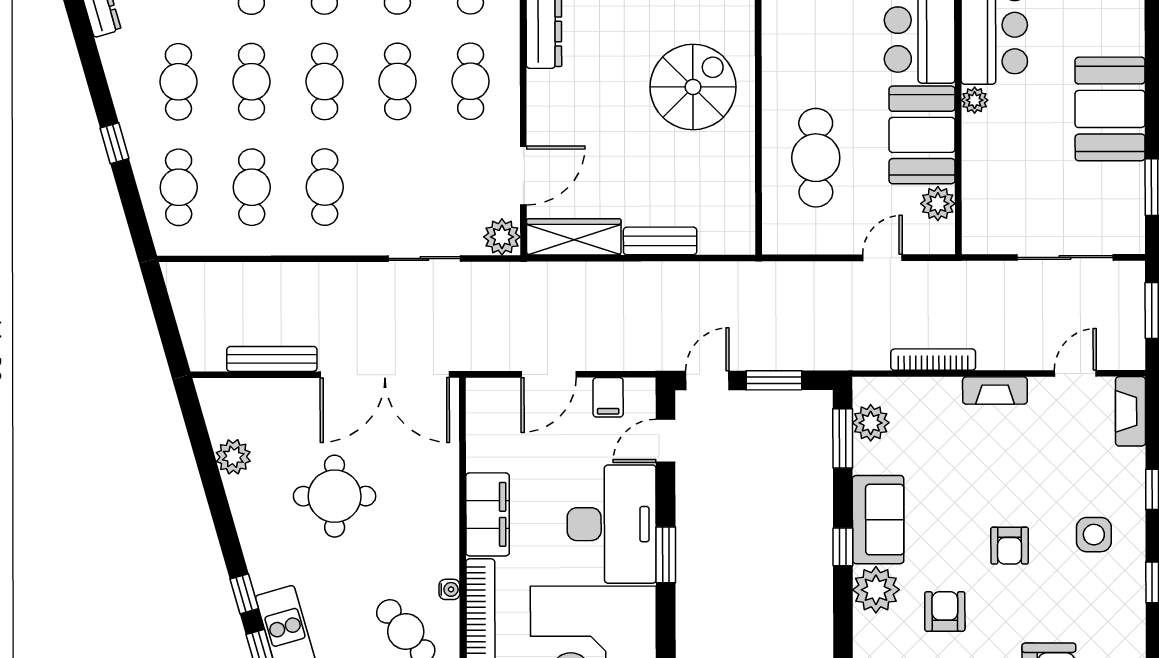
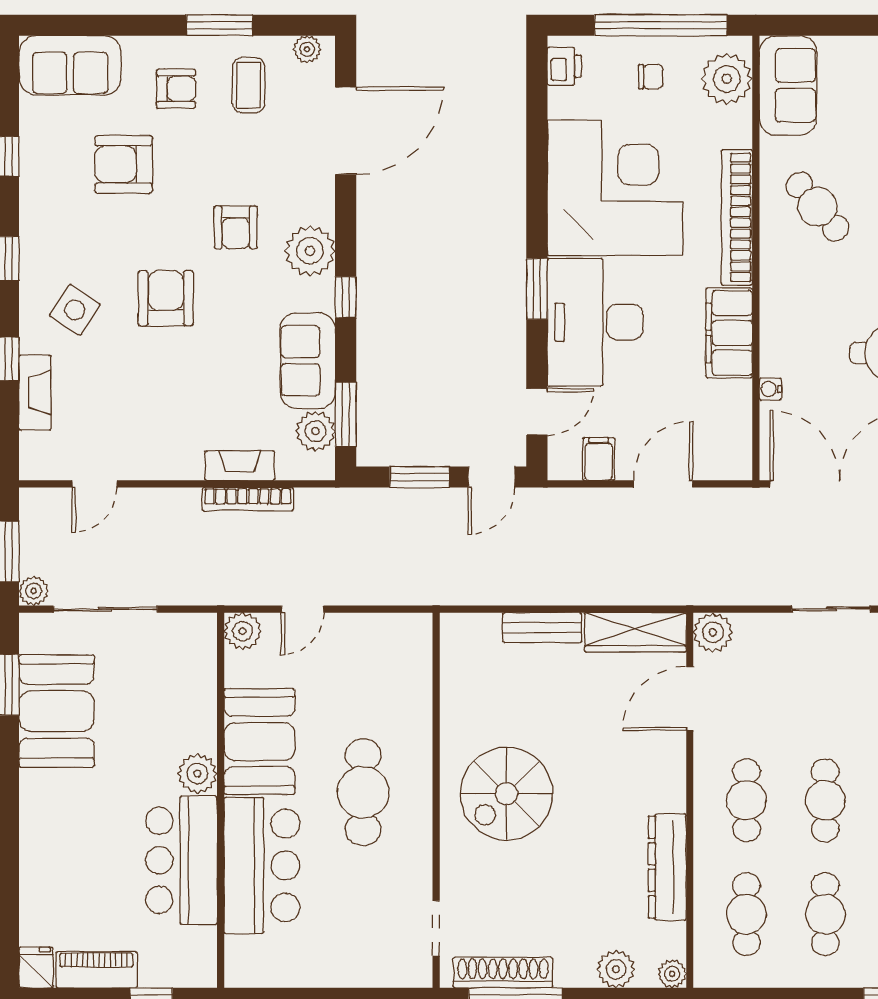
plant: (975, 100) -> (197, 774), width x1.38, depth x1.38
booth: (1110, 109) -> (57, 711), moved
cafe table: (816, 158) -> (363, 792), moved
plant: (938, 204) -> (243, 631), moved
sliding door: (424, 259) -> (831, 609), moved
plant: (1132, 274) -> (34, 591), added
fireplace: (995, 390) -> (240, 466), moved
fireplace: (1131, 411) -> (35, 393), moved
sofa: (878, 520) -> (308, 361), moved
side table: (1094, 535) -> (75, 310), turned 33
armchair: (1010, 546) -> (166, 298), width x1.38, depth x1.38
water cooler: (449, 589) -> (770, 389), moved

